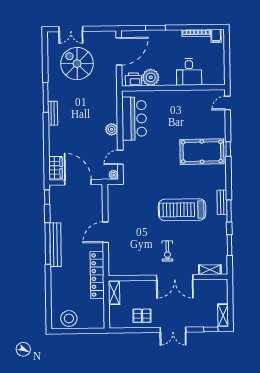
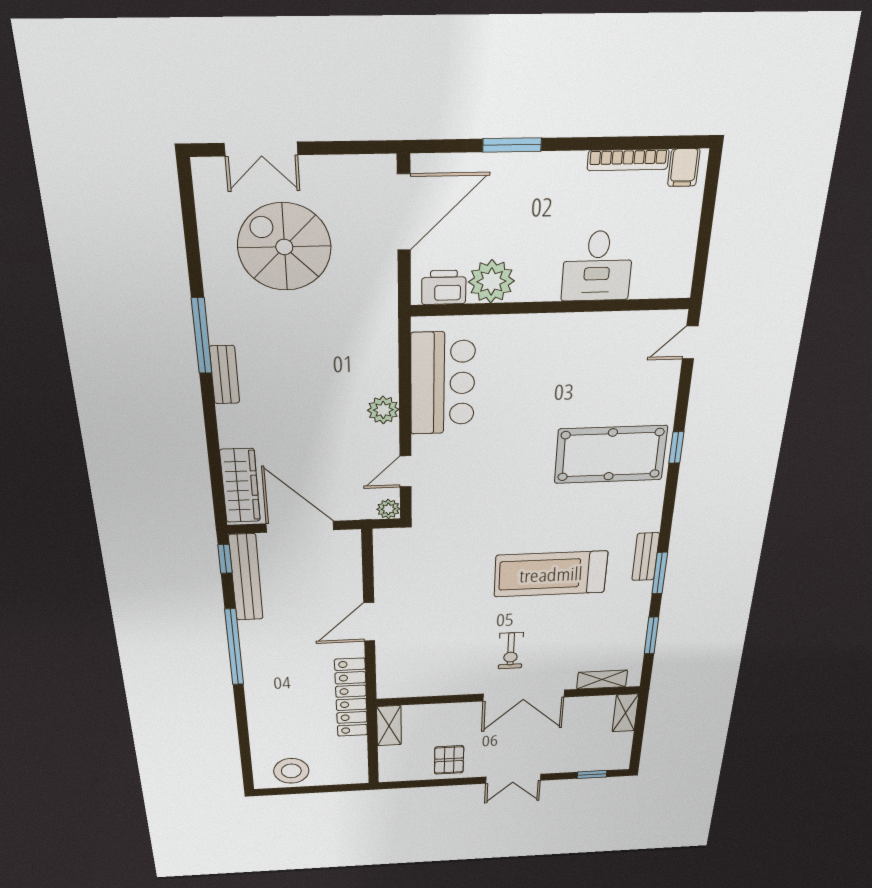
wardrobe: (55, 168) -> (240, 486), width x1.50
bench: (55, 245) -> (246, 578), moved
shelving: (223, 315) -> (625, 713), moved
pallet: (142, 316) -> (449, 760), turned 90

